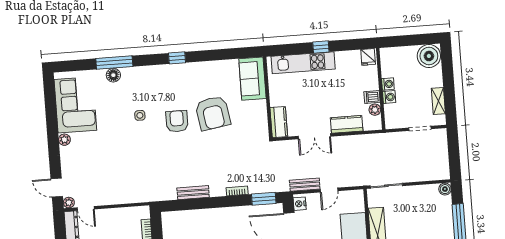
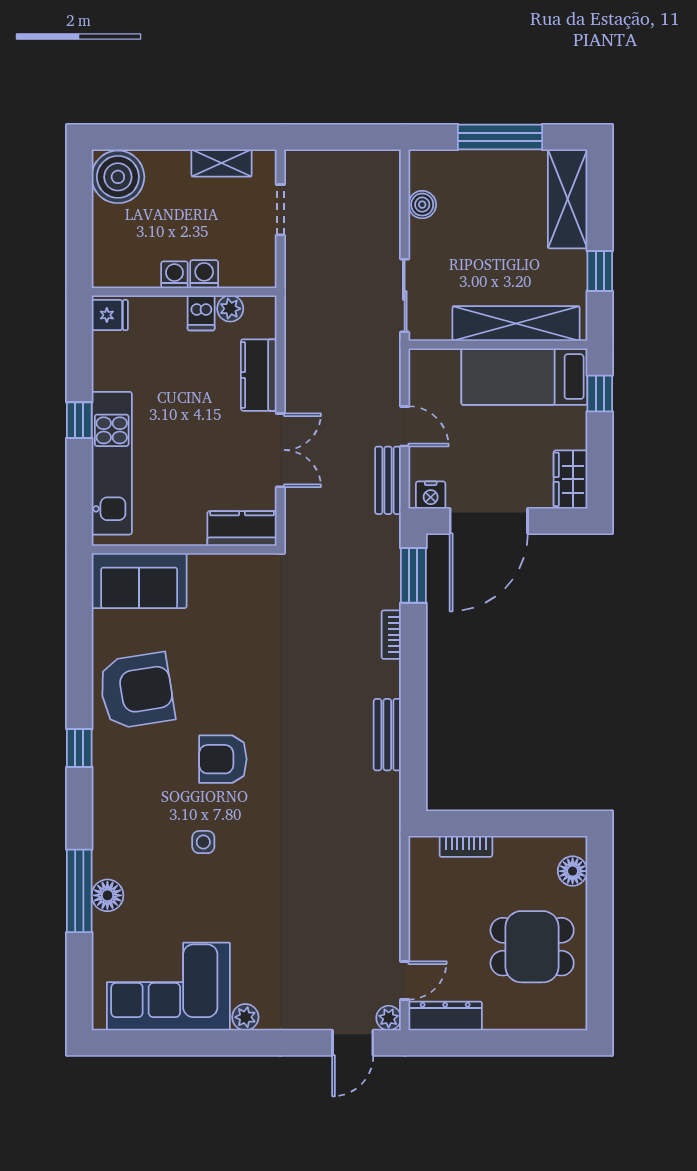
armchair: (213, 113) -> (137, 691), moved
boiler: (445, 189) -> (422, 205), moved

